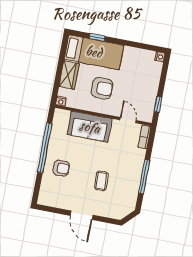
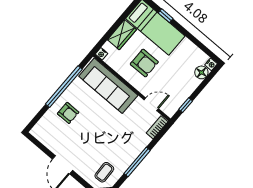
floor lamp: (156, 68) -> (201, 72), added
door: (128, 120) -> (151, 104), hinge flipped
sofa: (90, 127) -> (108, 86), width x1.36
coffee table: (101, 181) -> (104, 172), moved

